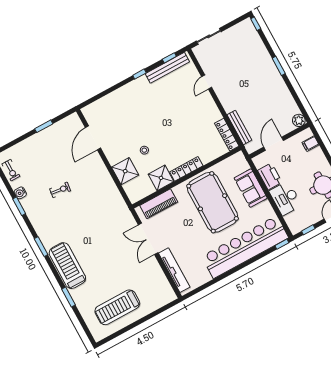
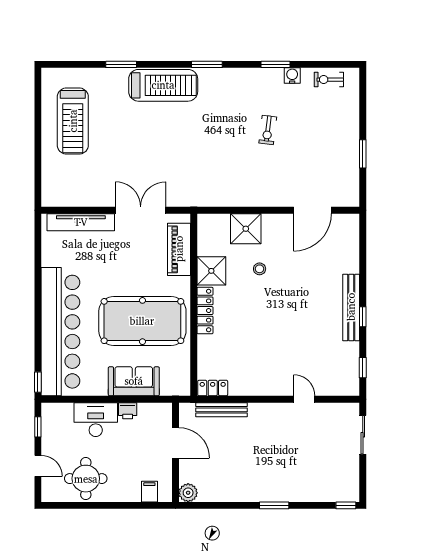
bench: (167, 68) -> (351, 307), moved
locker: (227, 135) -> (213, 388), width x0.66
door: (93, 138) -> (312, 210), swing flipped
printer: (270, 176) -> (128, 411), width x0.53, depth x0.68
treadmill: (117, 307) -> (73, 121), turned 180

